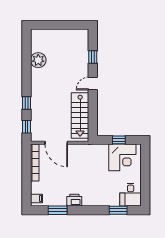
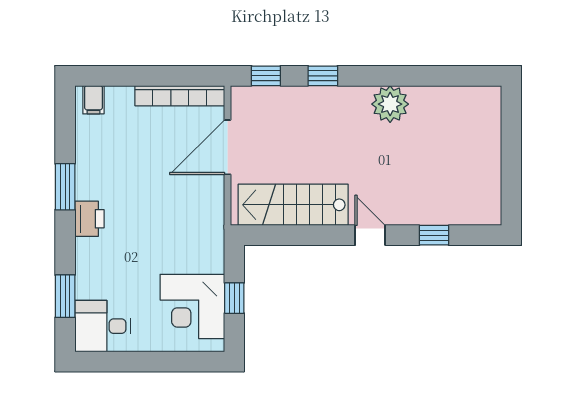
plant: (38, 60) -> (390, 104), moved
printer: (74, 200) -> (89, 219), moved
window: (58, 210) -> (65, 187), moved

